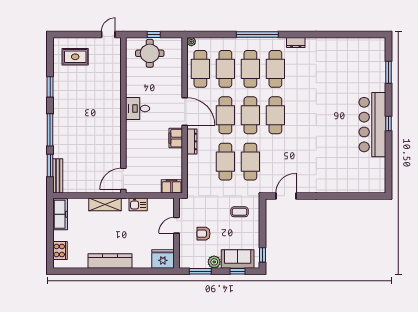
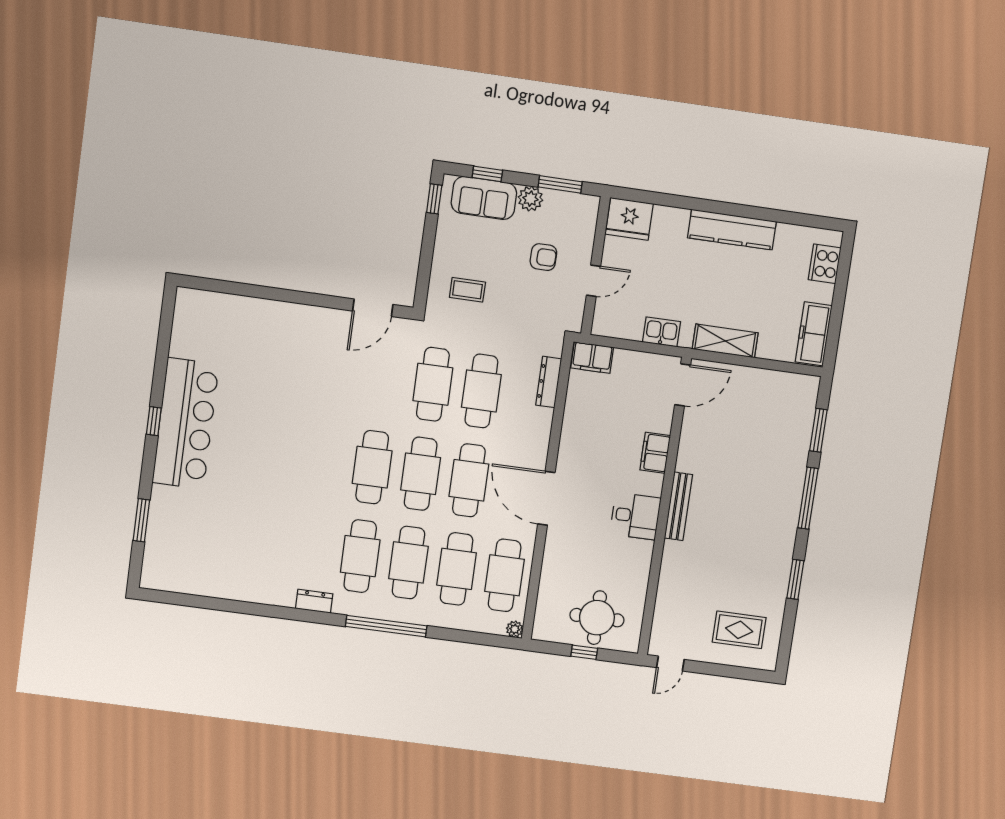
filing cabinet: (176, 138) -> (655, 453), moved, turned 180
dresser: (192, 141) -> (549, 382), moved
bench: (58, 176) -> (678, 506), moved

